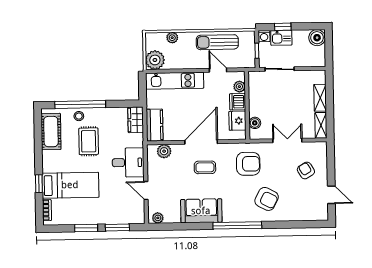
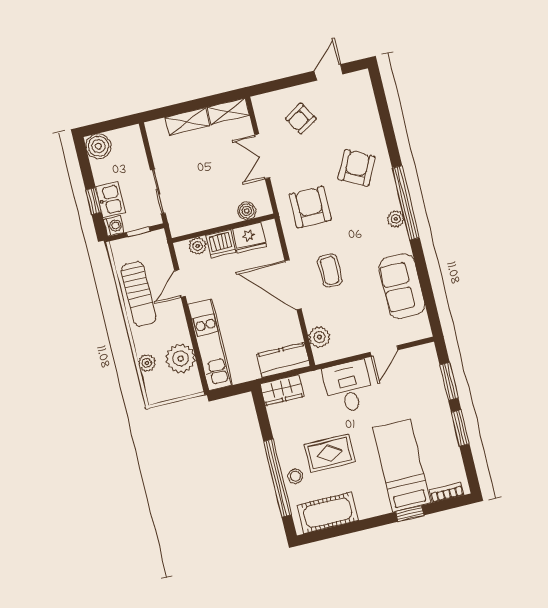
plant: (155, 60) -> (181, 359), moved
sofa: (201, 211) -> (402, 286), moved
plant: (158, 218) -> (396, 219), moved

